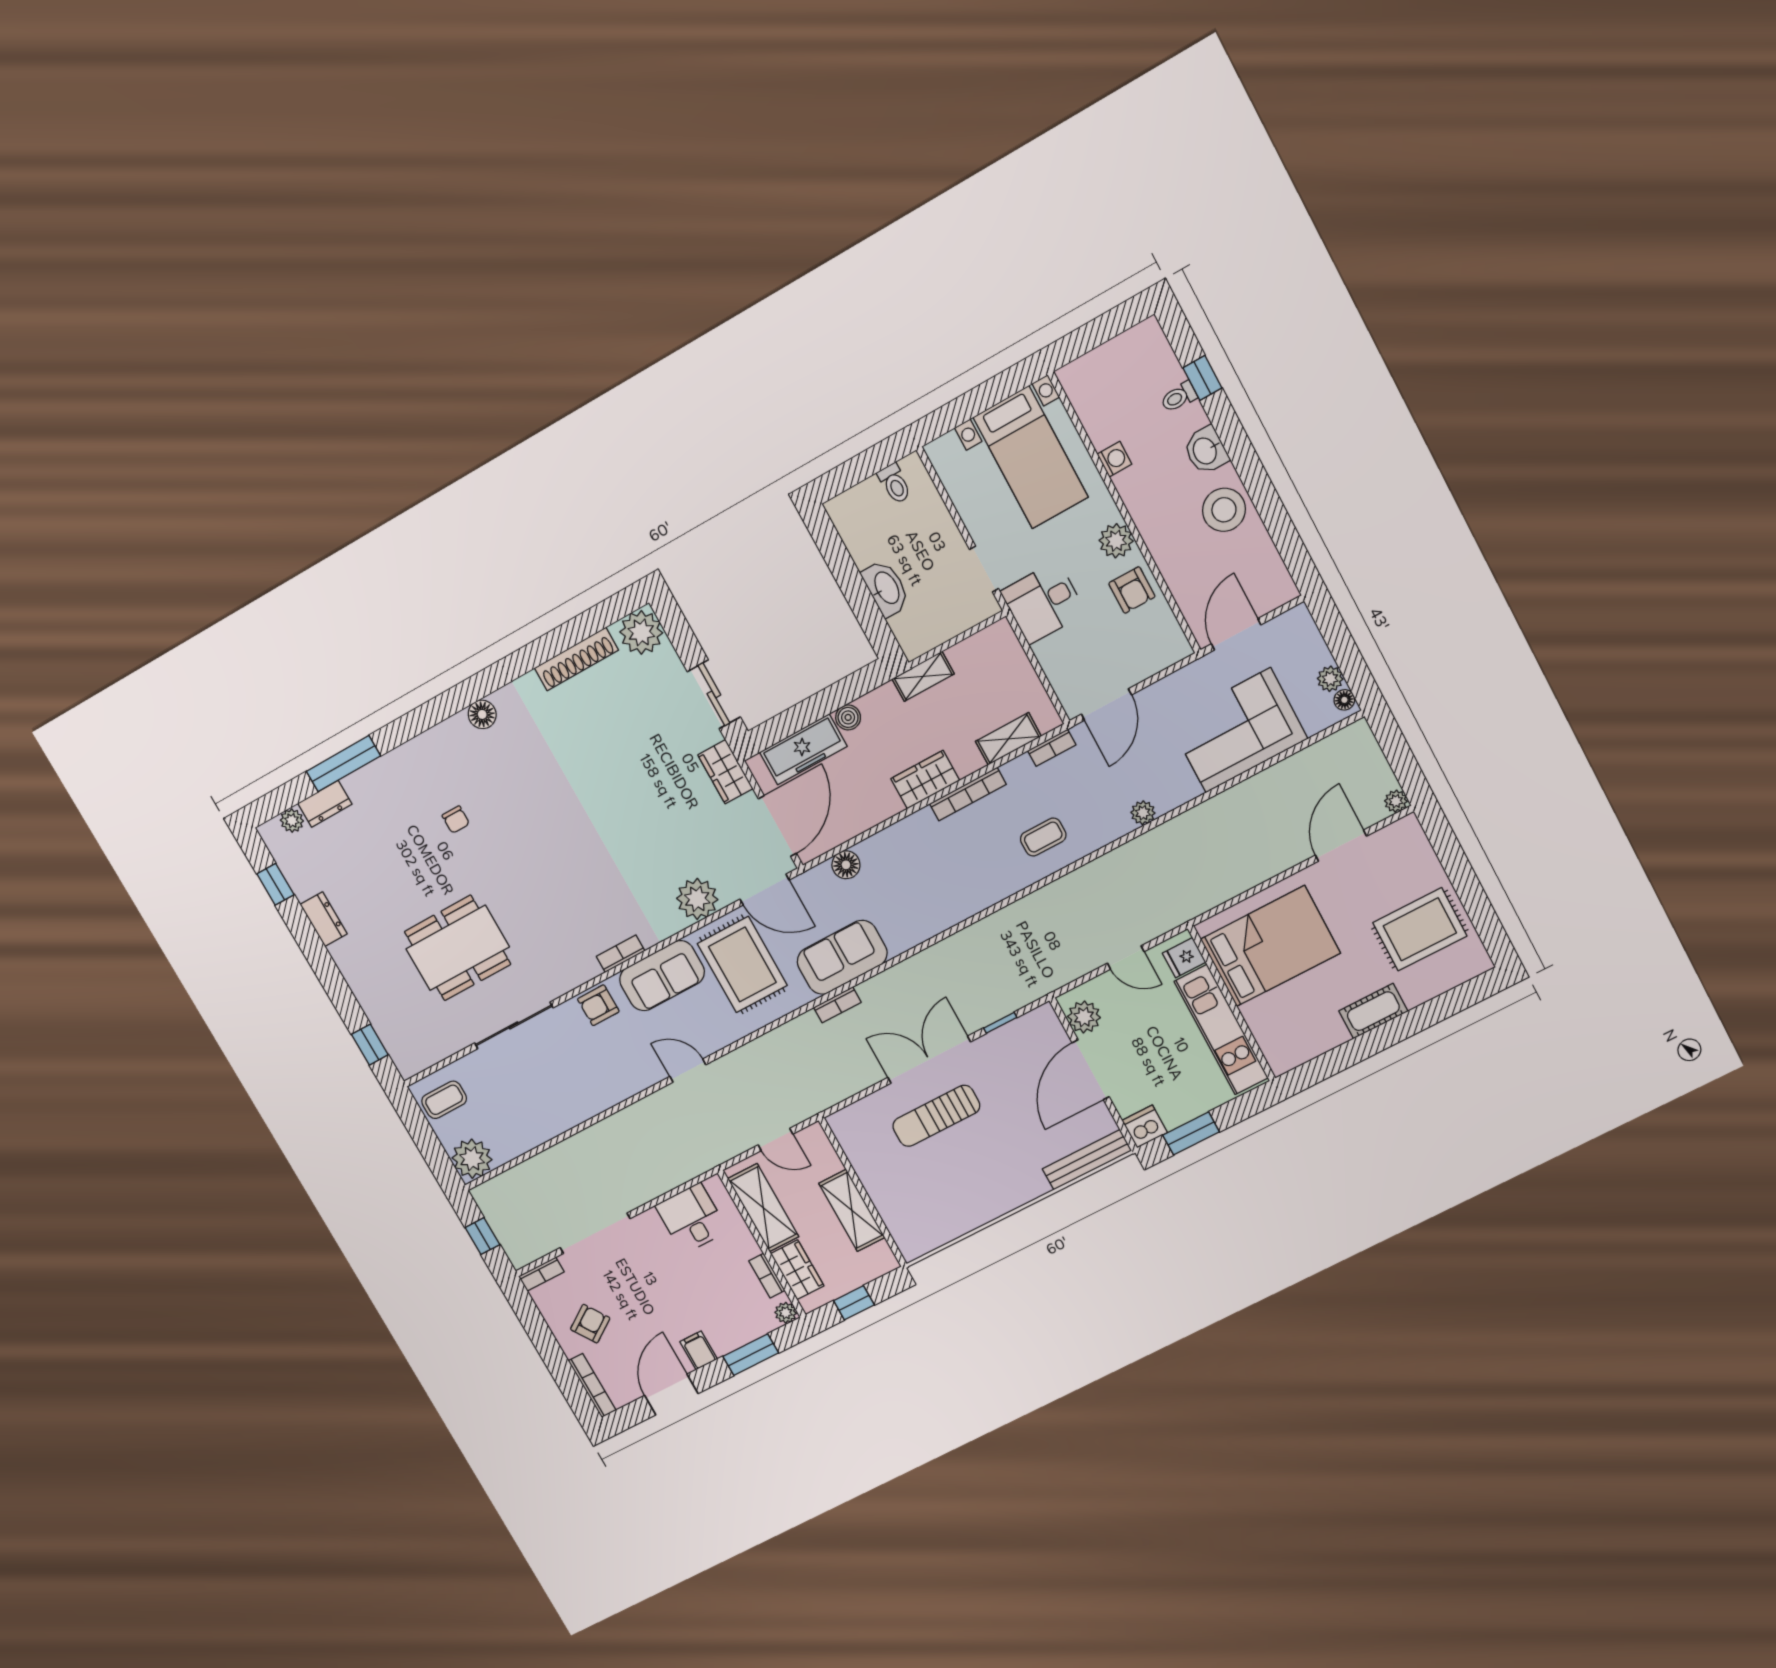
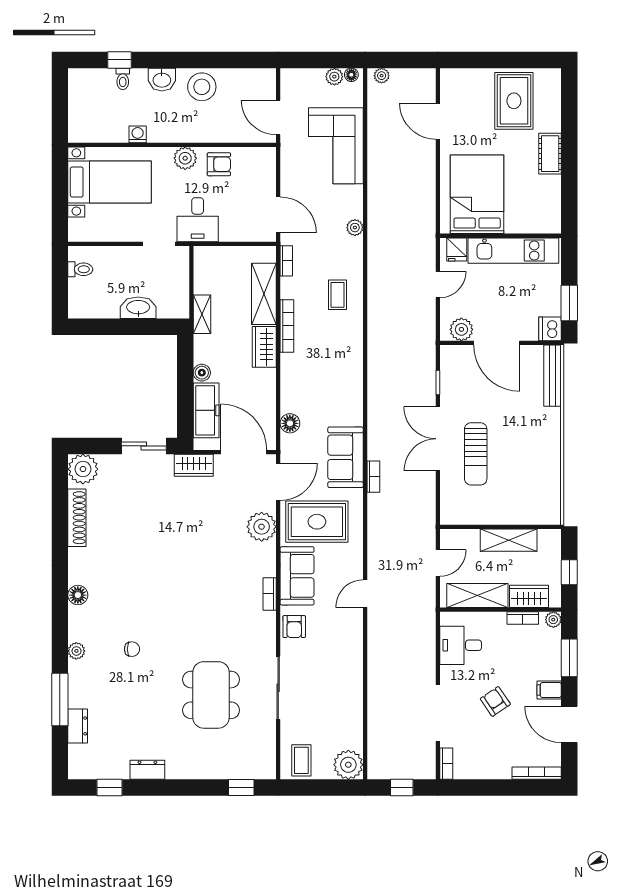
shelving: (1008, 739) -> (264, 294), width x1.50, depth x1.33
plant: (1396, 801) -> (382, 76), moved
plant: (292, 821) -> (76, 651), moved
armchair: (590, 1324) -> (495, 701), moved

